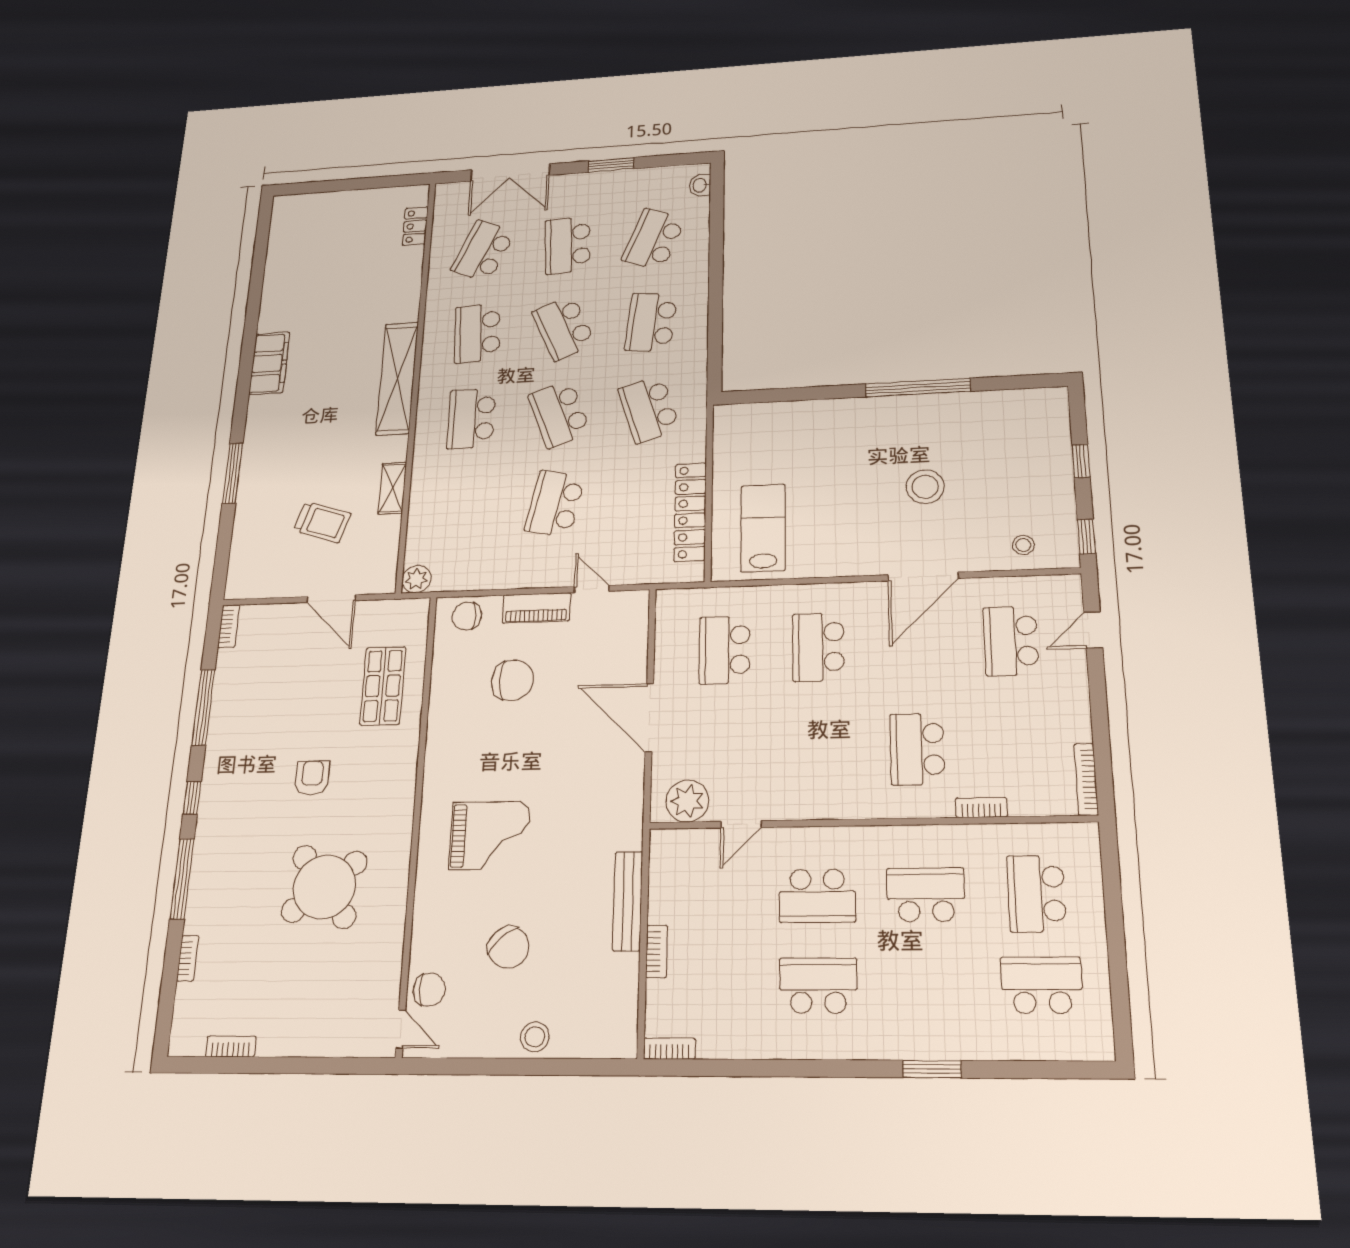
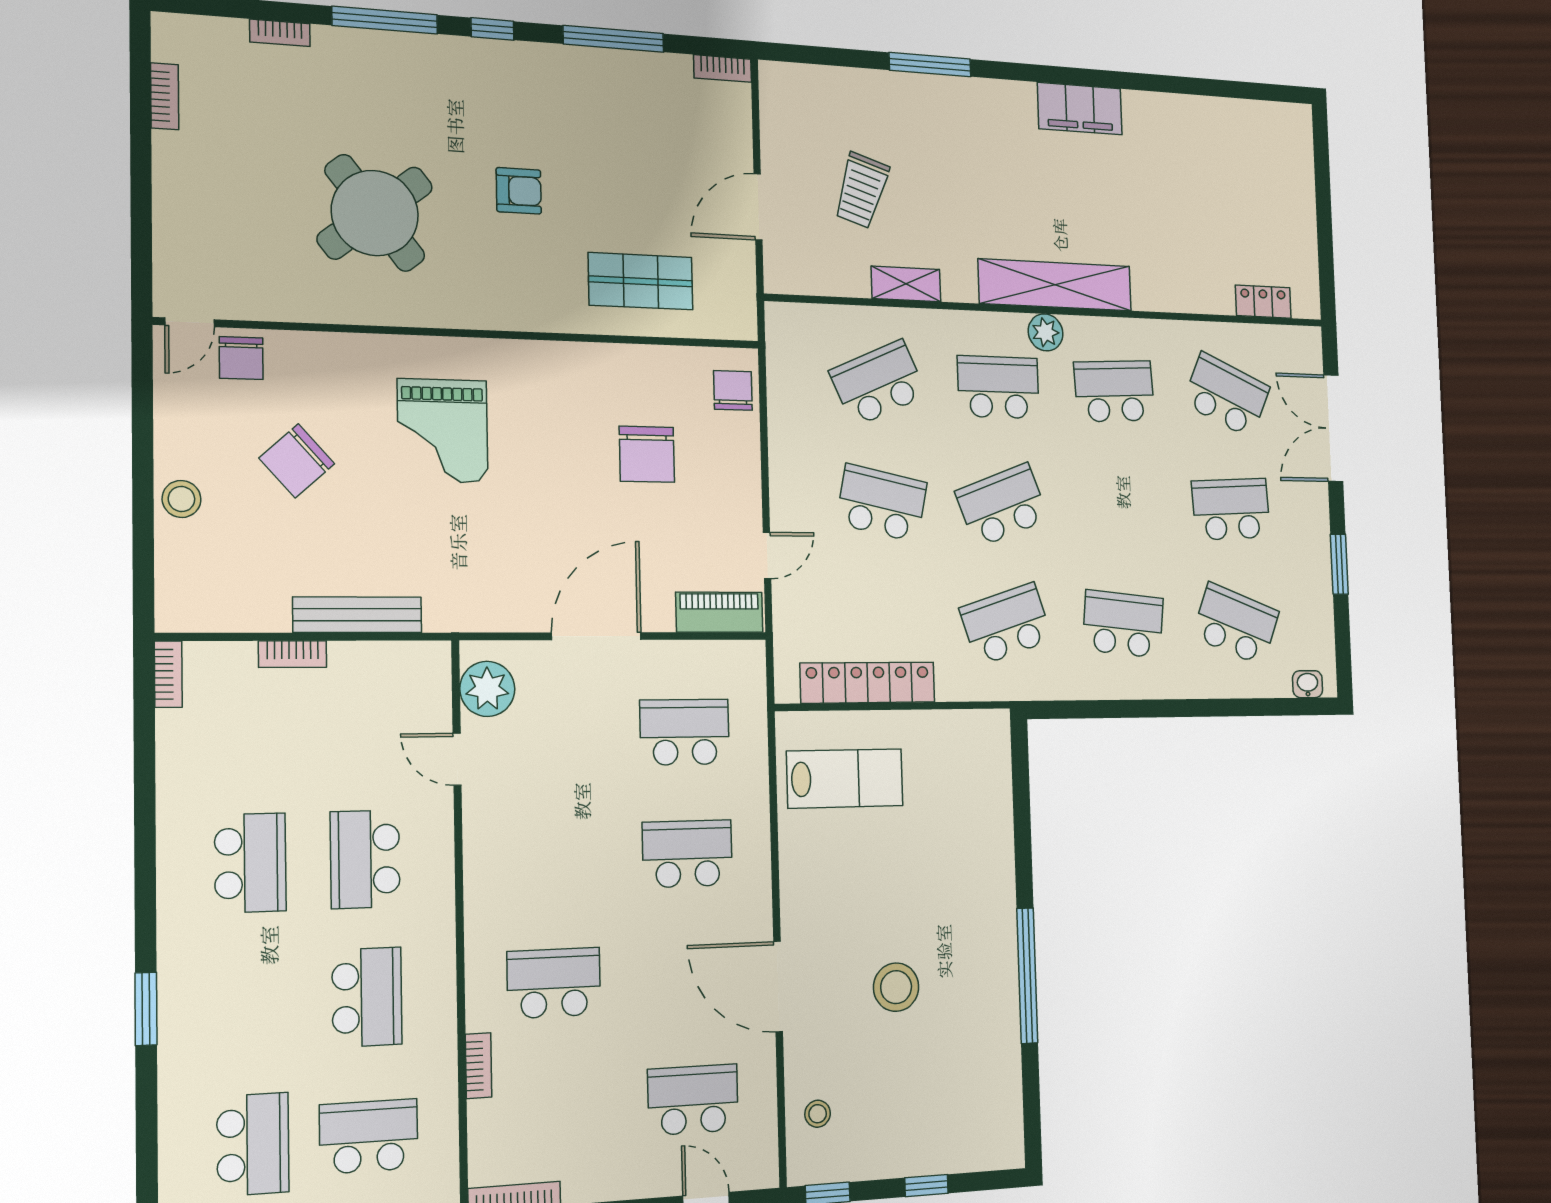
school desk: (564, 328) -> (878, 383), moved
plant: (416, 579) -> (1046, 332), moved
piano: (536, 608) -> (719, 612), moved, turned 90

